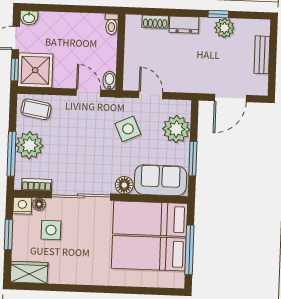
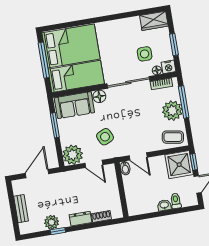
washbasin: (29, 18) -> (164, 205), moved
toilet: (111, 24) -> (176, 201), moved
plant: (176, 129) -> (73, 155), moved
bed: (149, 253) -> (71, 46), width x1.50

